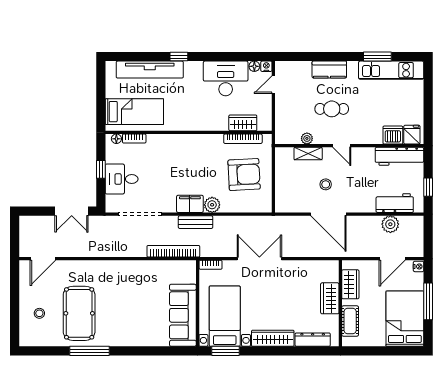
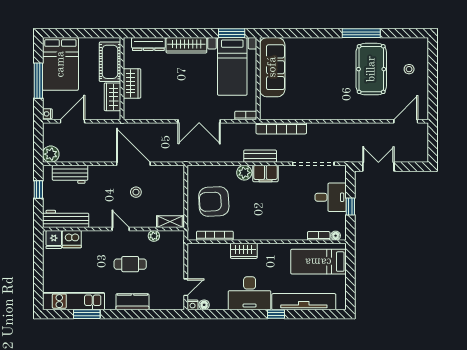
desk: (226, 78) -> (250, 293), moved
wardrobe: (243, 123) -> (244, 251), moved
shelving: (308, 154) -> (170, 222), moved
plant: (390, 224) -> (51, 154), moved
cot: (350, 321) -> (110, 62), width x1.37, depth x1.34

